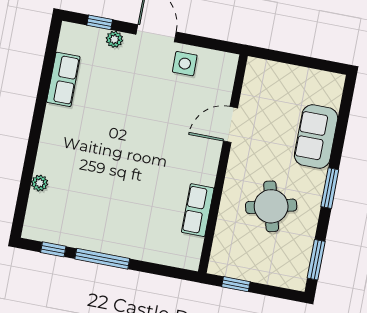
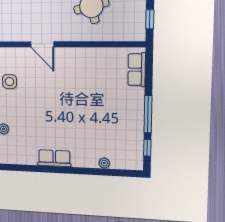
row of seats: (63, 79) -> (54, 158), moved
row of seats: (198, 210) -> (137, 70), moved, turned 90

